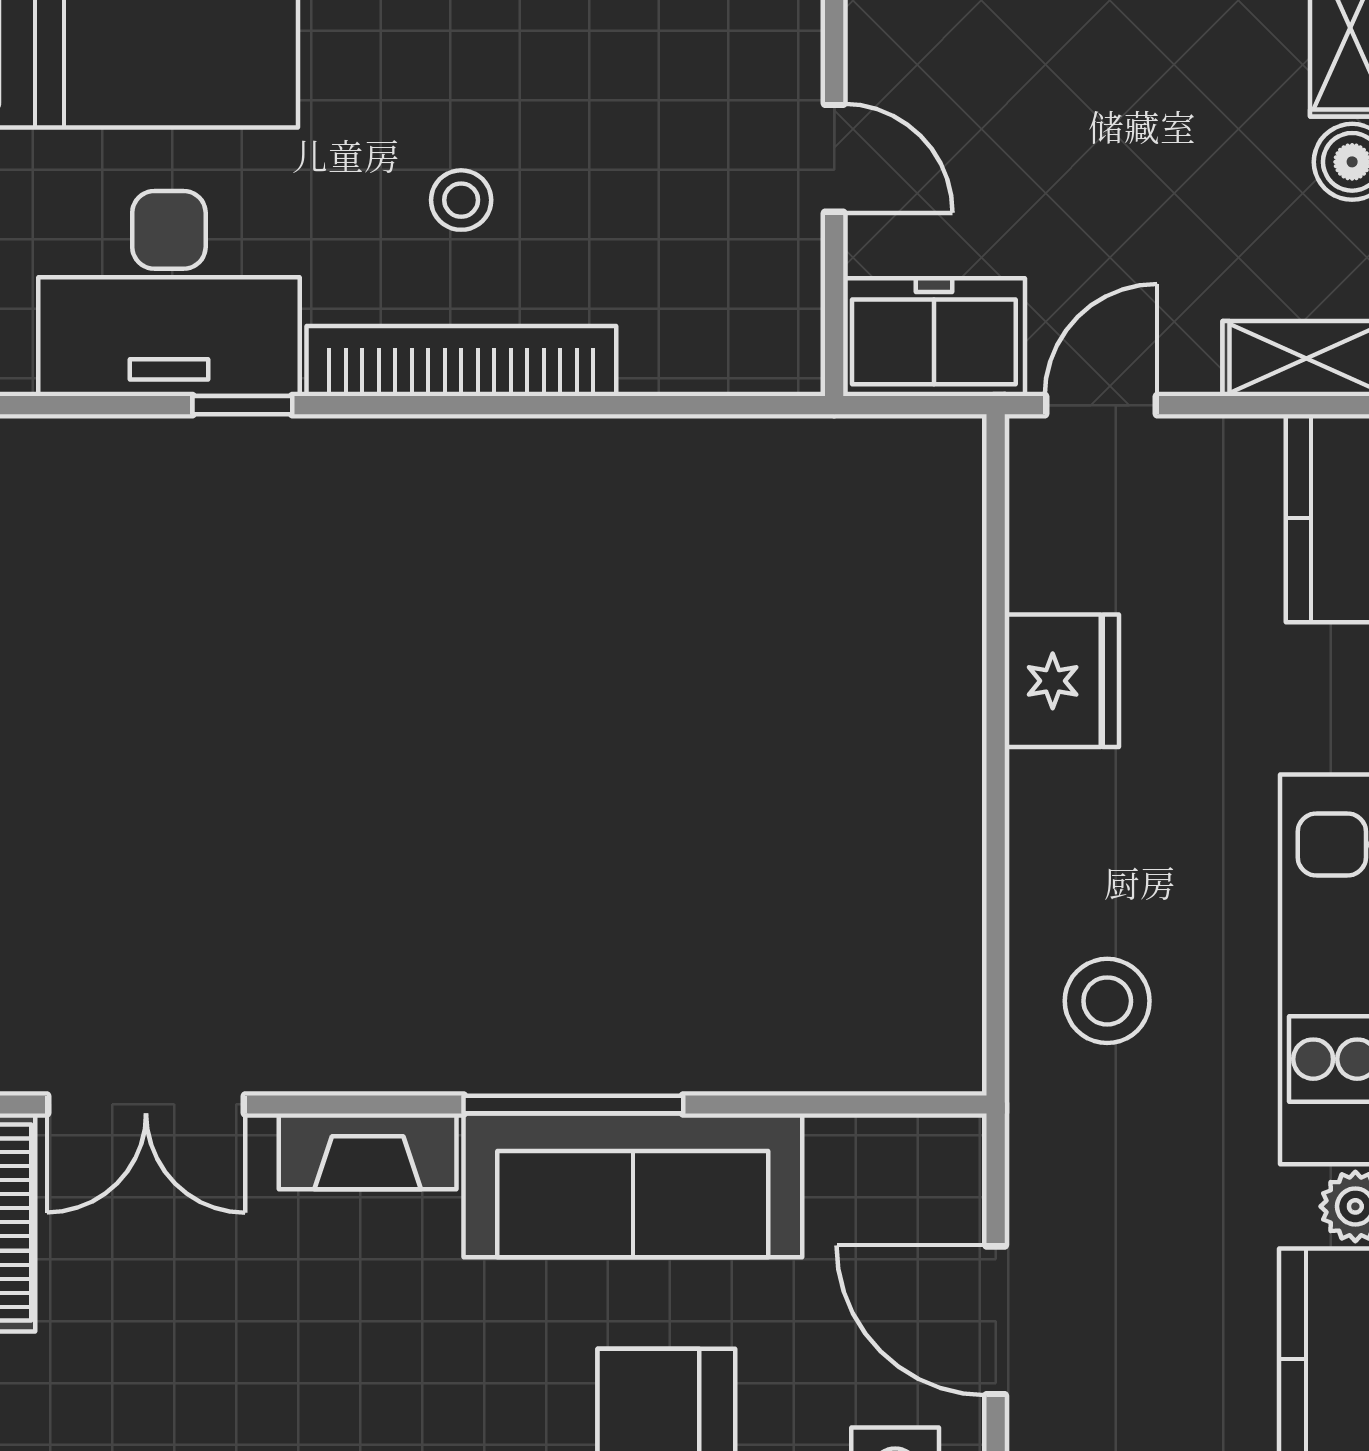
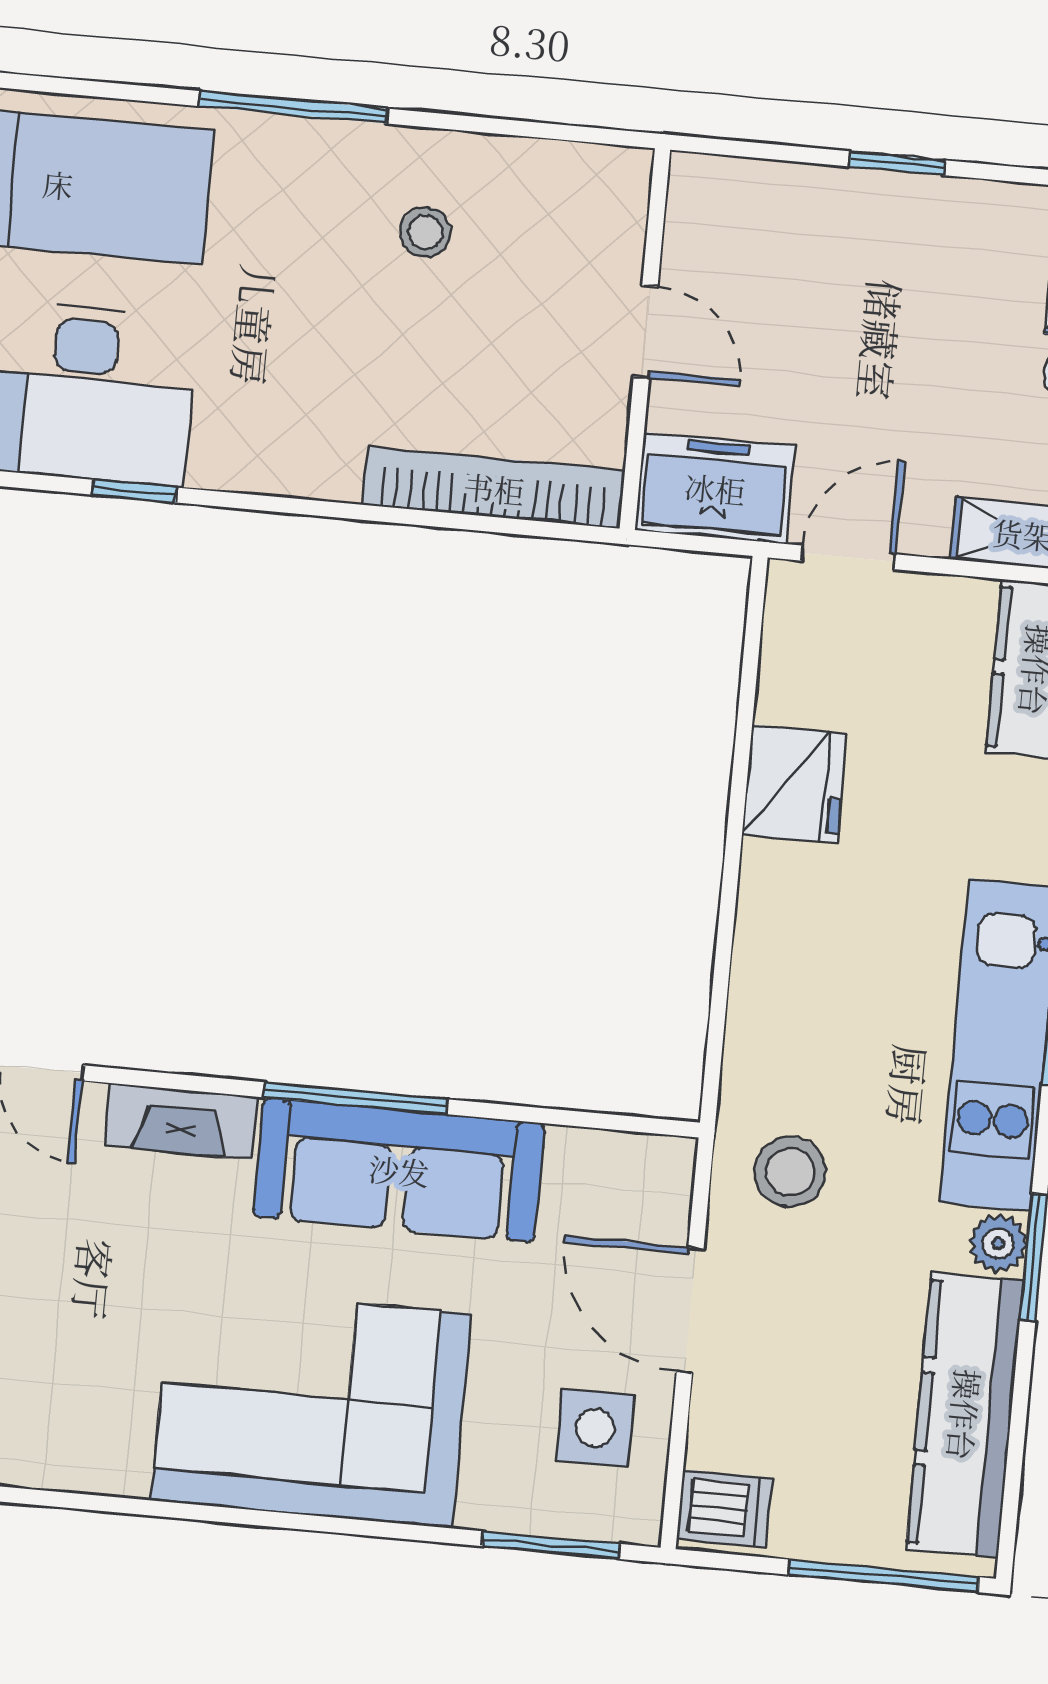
stool: (461, 200) -> (425, 232), moved
bookcase: (461, 361) -> (494, 488), moved
stool: (1107, 1001) -> (790, 1172), moved

